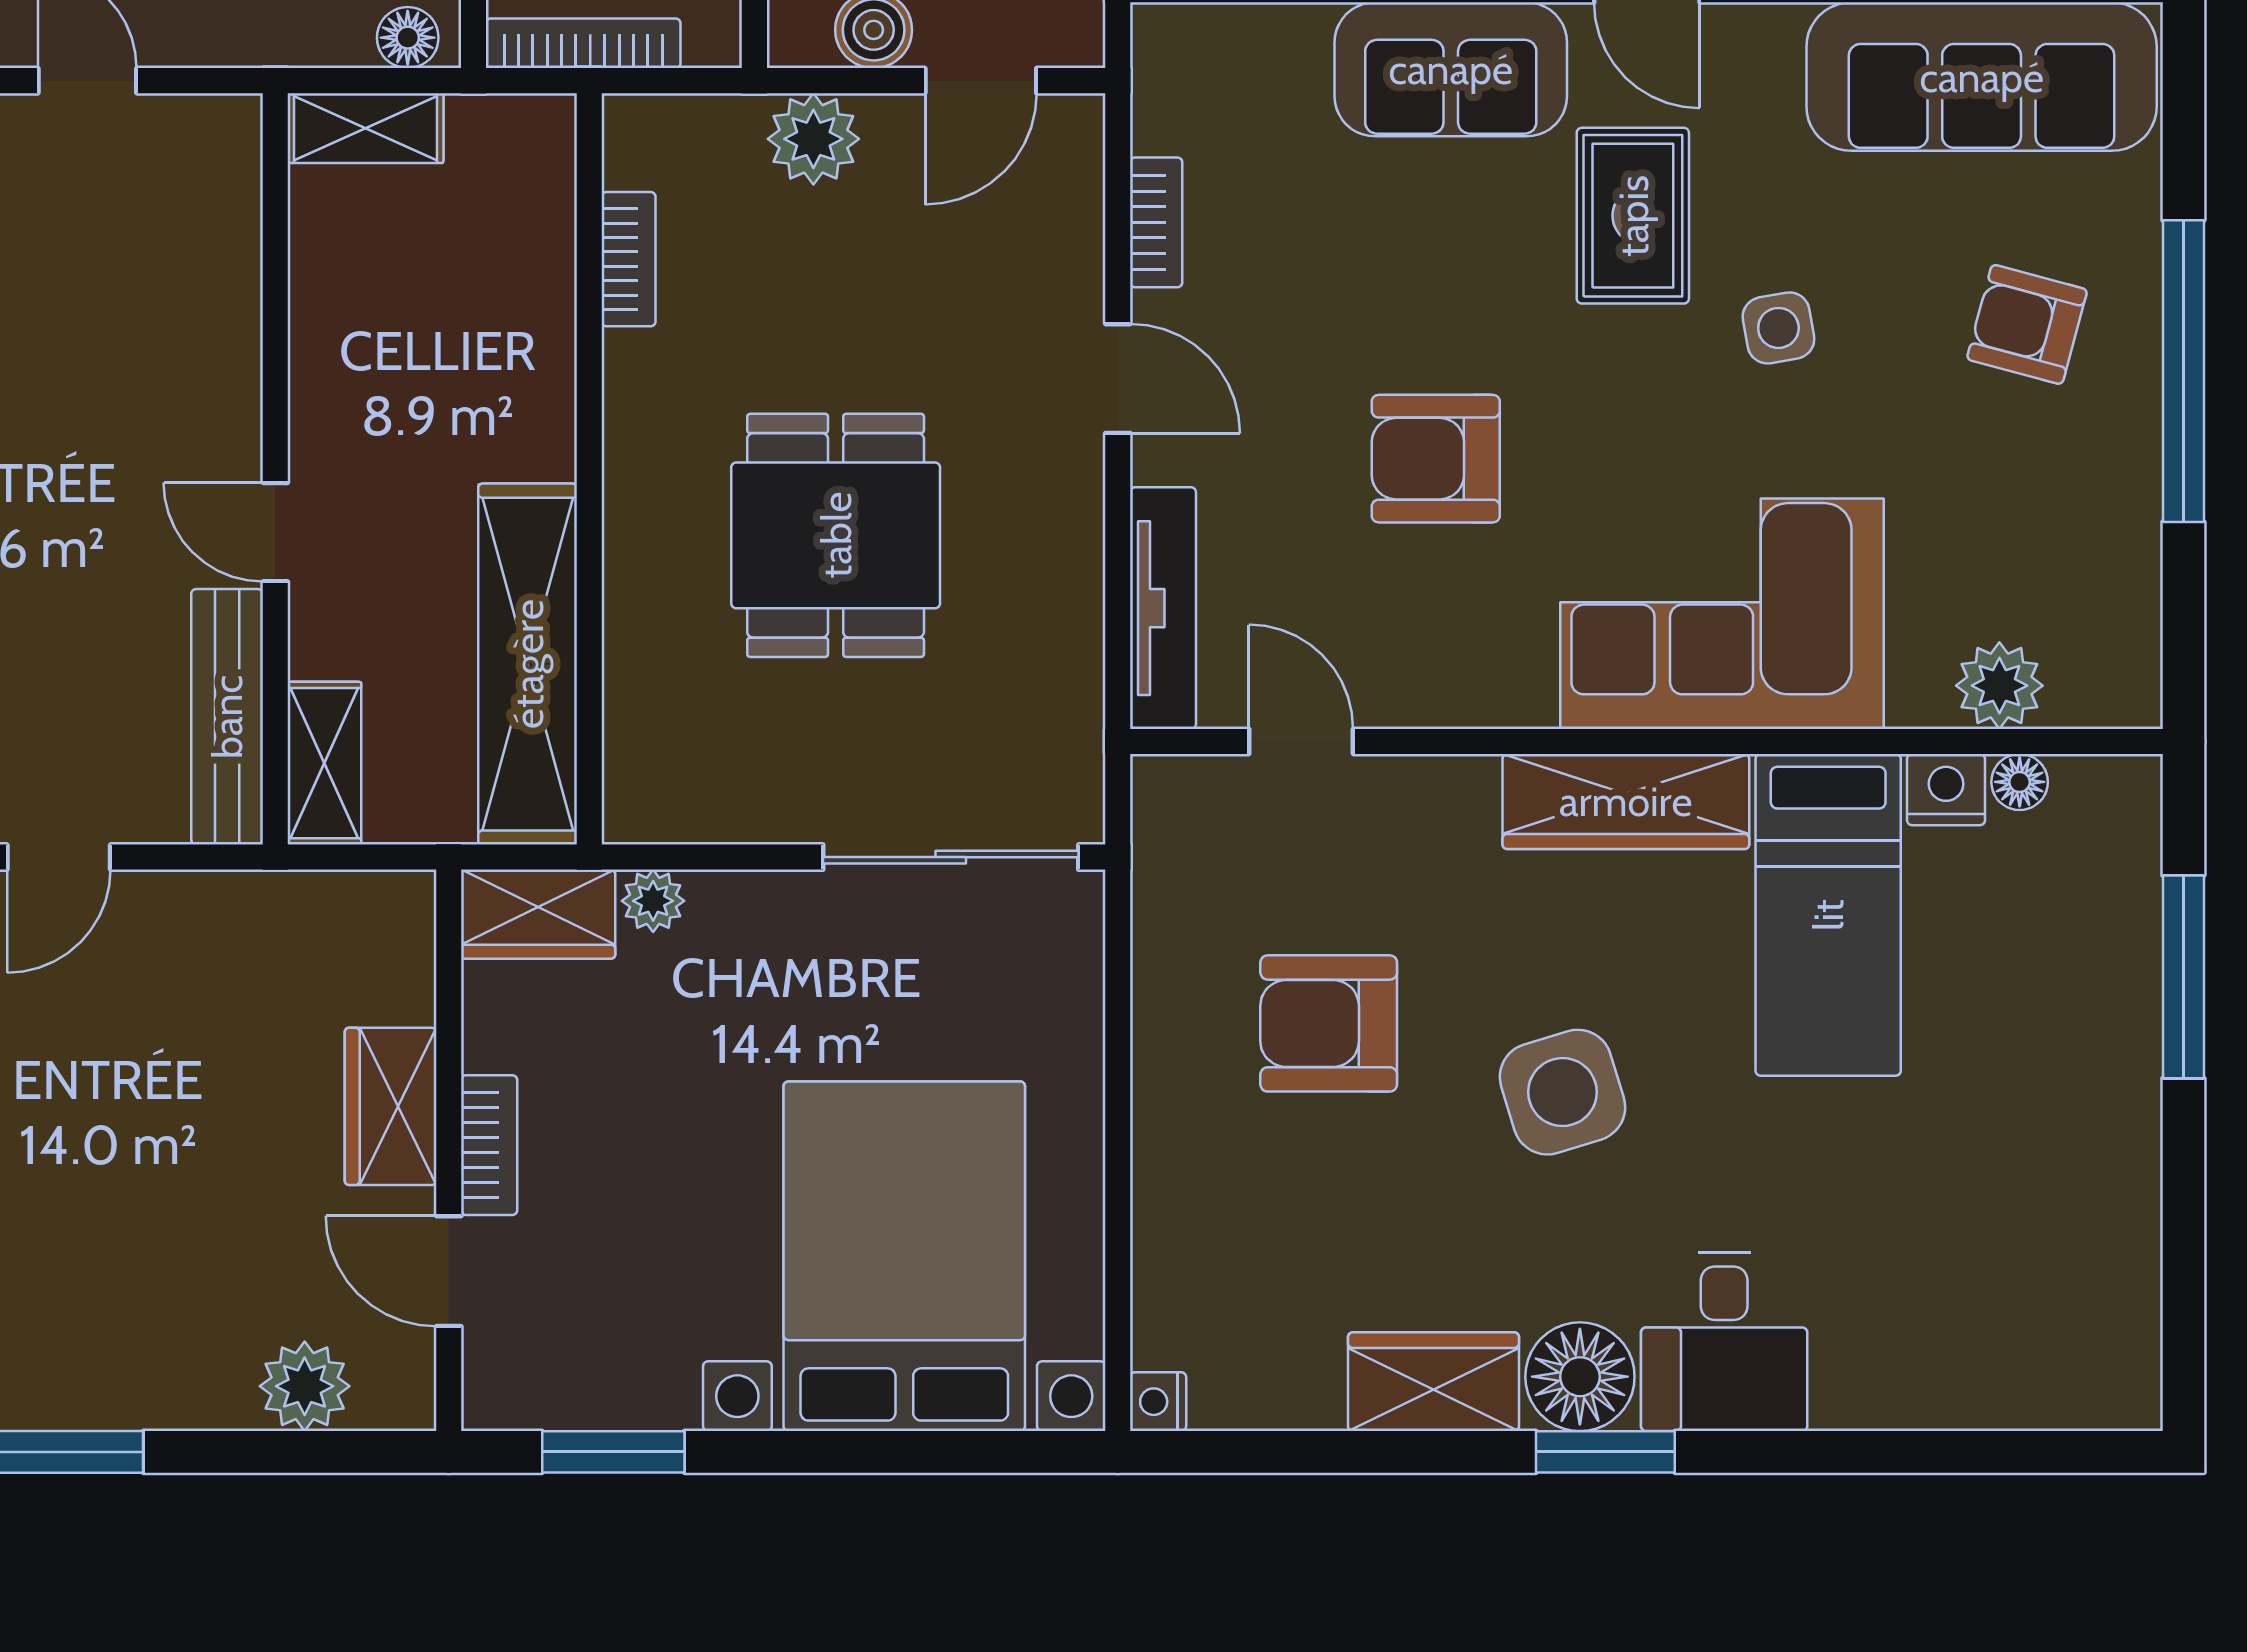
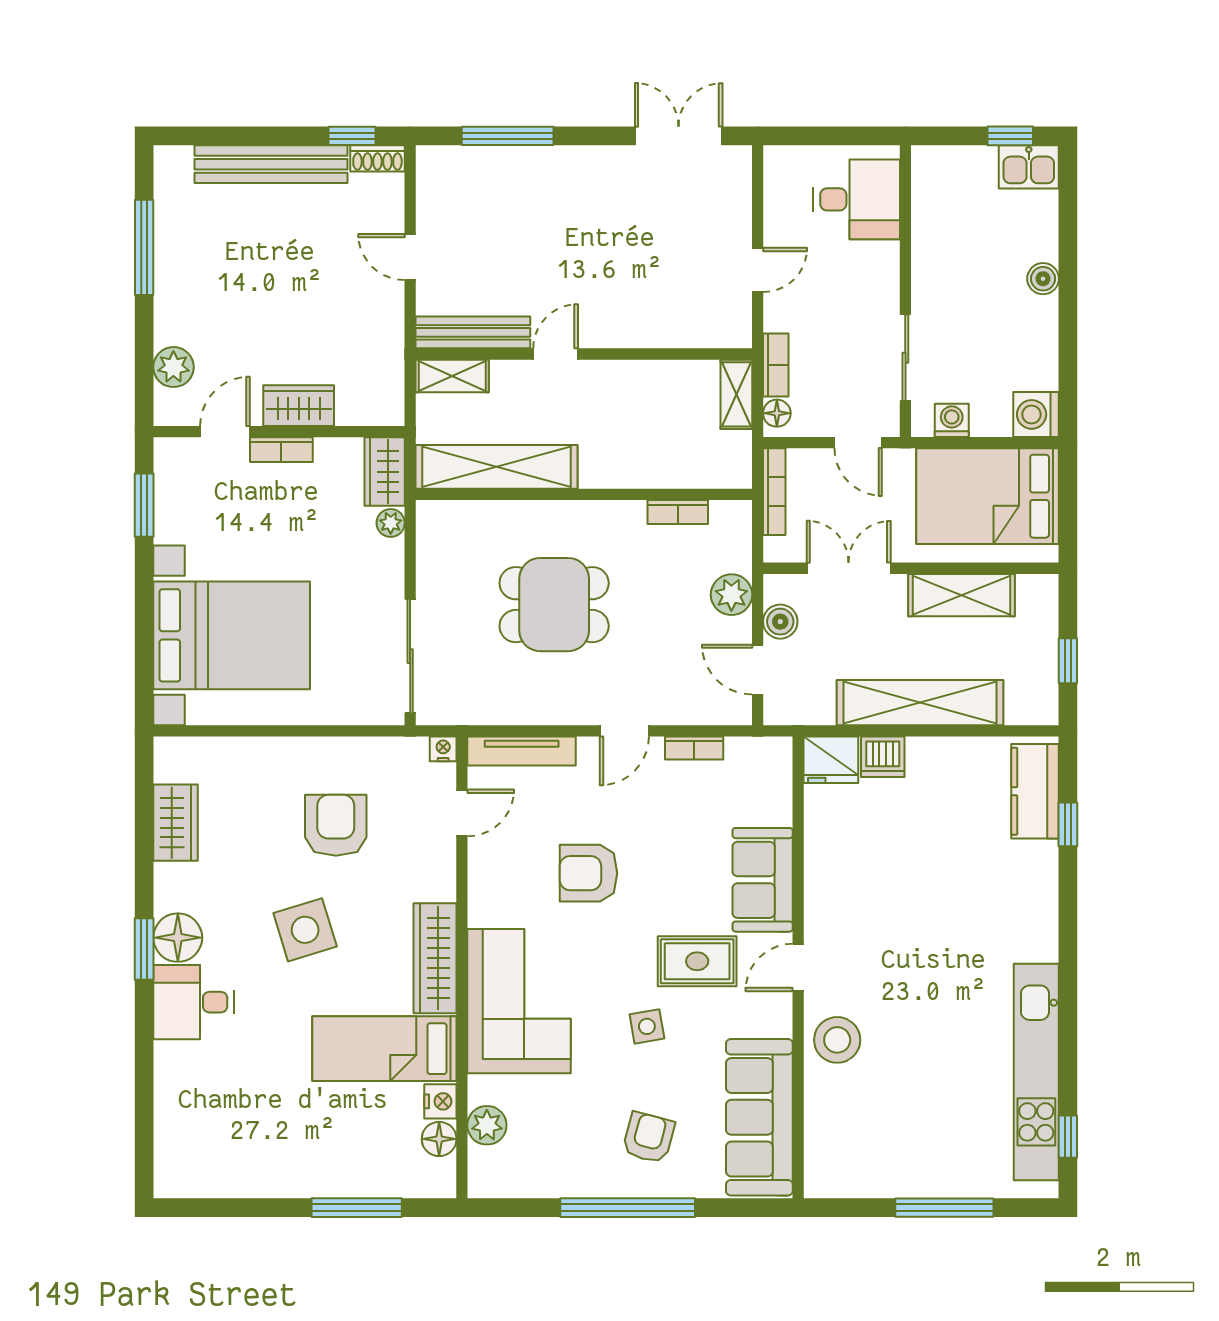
bookcase: (300, 40) -> (776, 365), added
armchair: (1436, 459) -> (588, 873), turned -90
floor lamp: (2020, 782) -> (439, 1139), width x1.37, depth x1.37
wardrobe: (1433, 1382) -> (176, 823), moved
nightstand: (1158, 1402) -> (443, 749), moved

